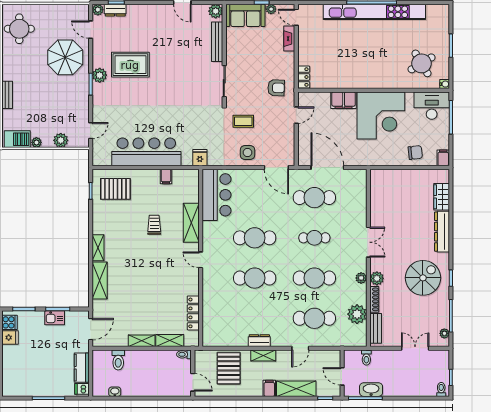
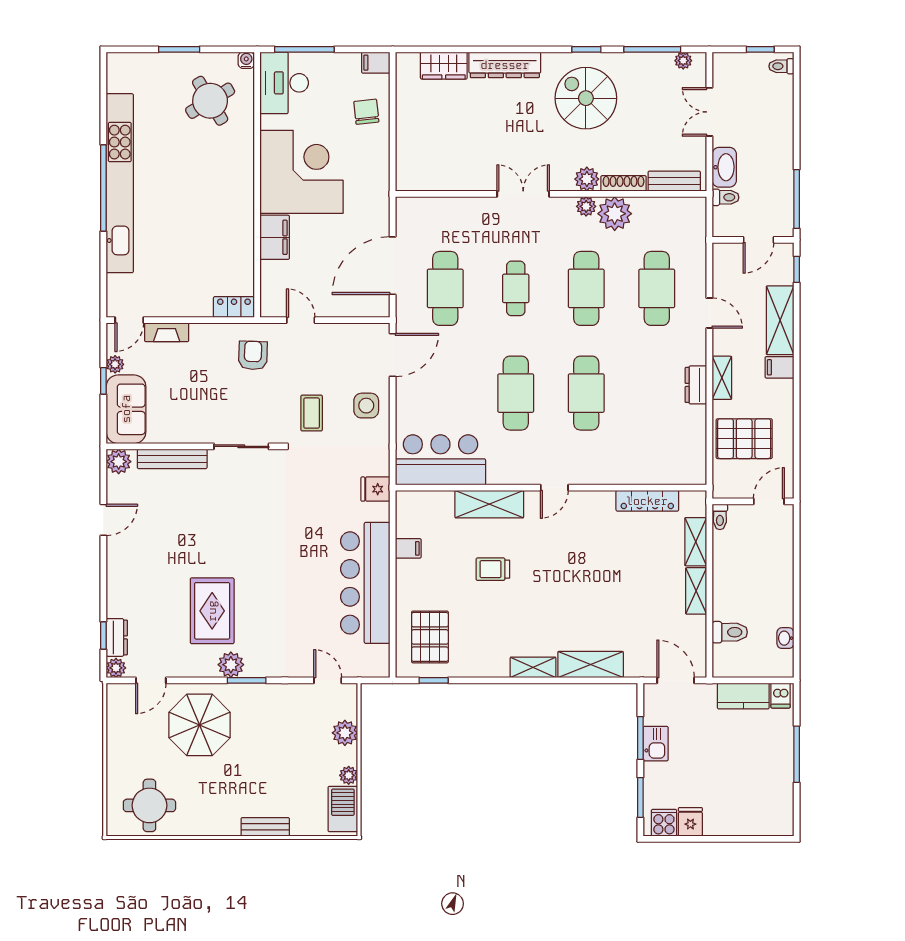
plant: (357, 314) -> (615, 214), moved
washbasin: (371, 390) -> (724, 167), moved, turned 180

